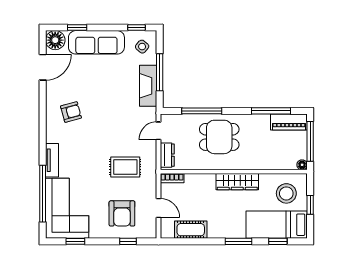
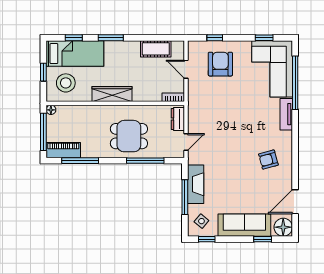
rug: (125, 167) -> (217, 108), removed

